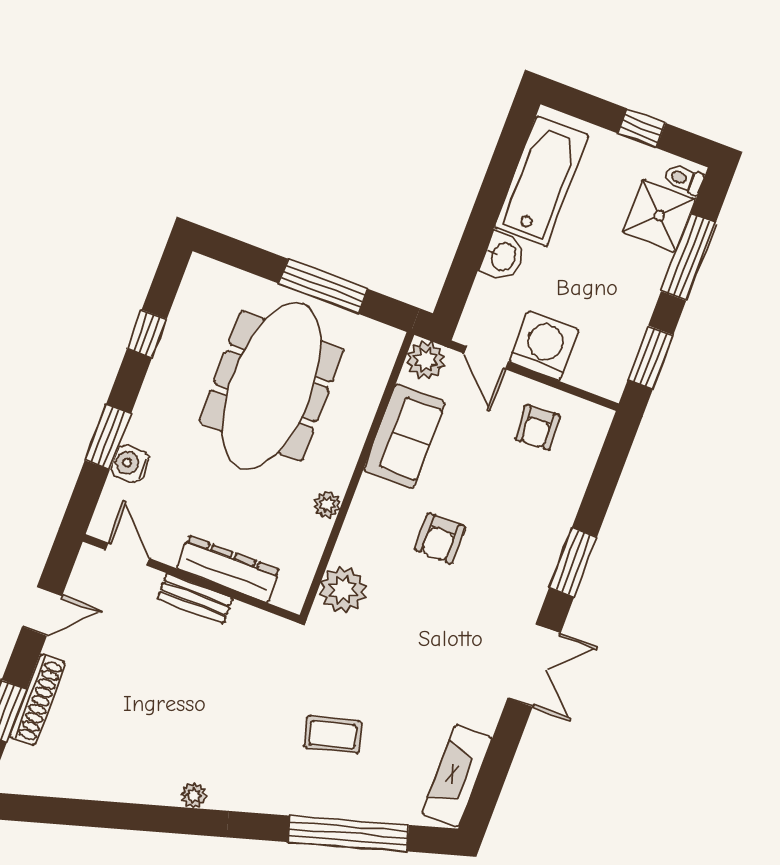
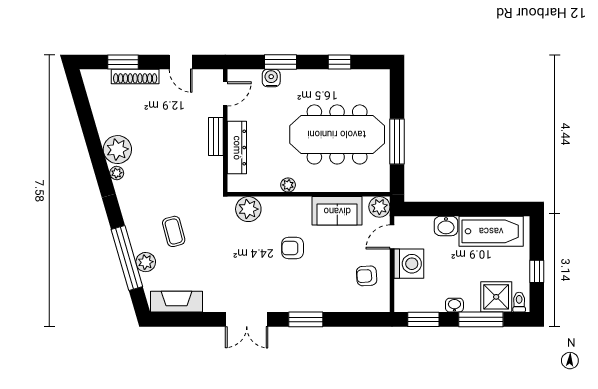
washbasin: (646, 294) -> (454, 305), added
plant: (153, 779) -> (117, 150), added
plant: (368, 803) -> (146, 262), added

